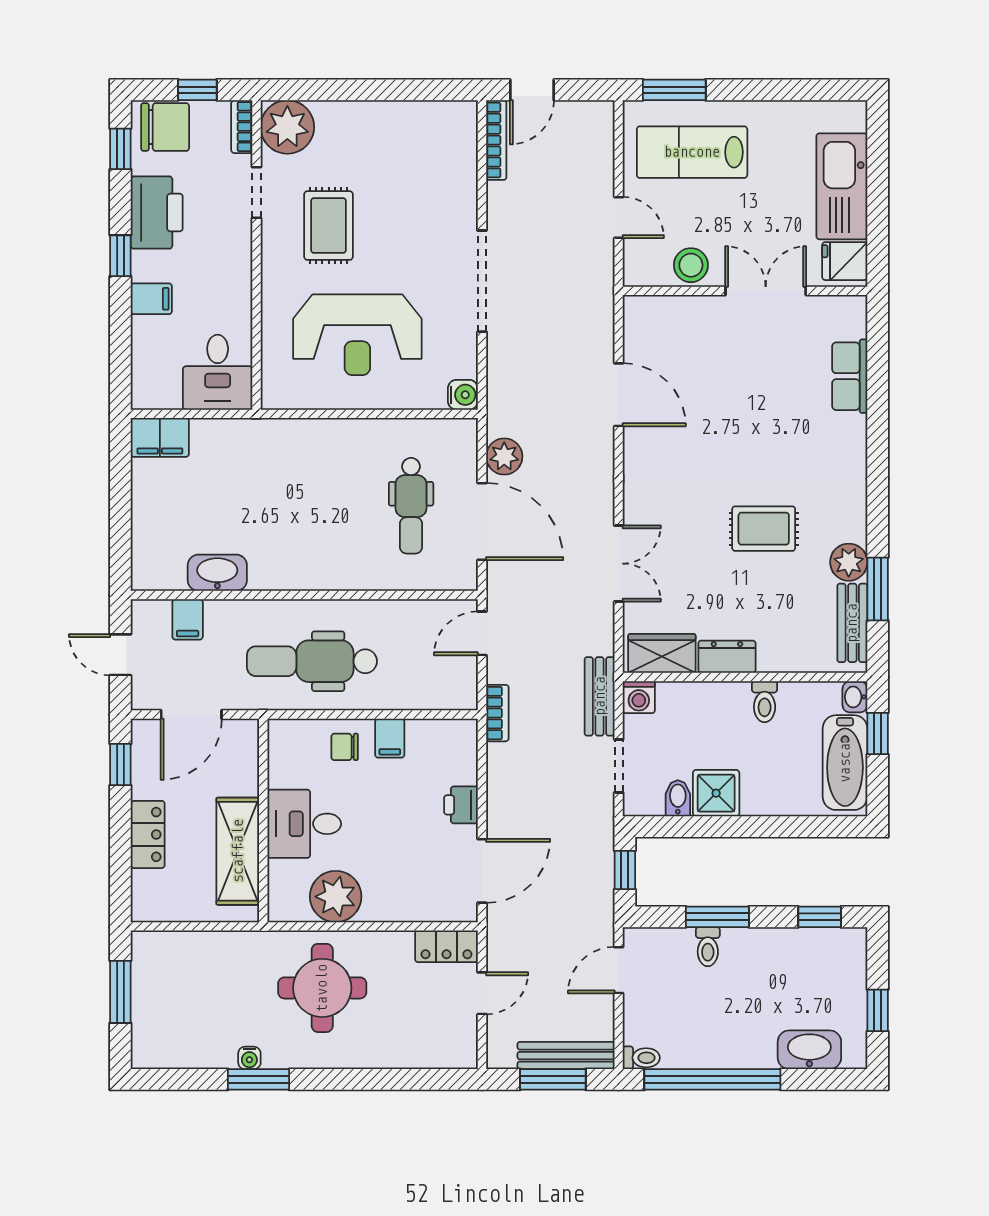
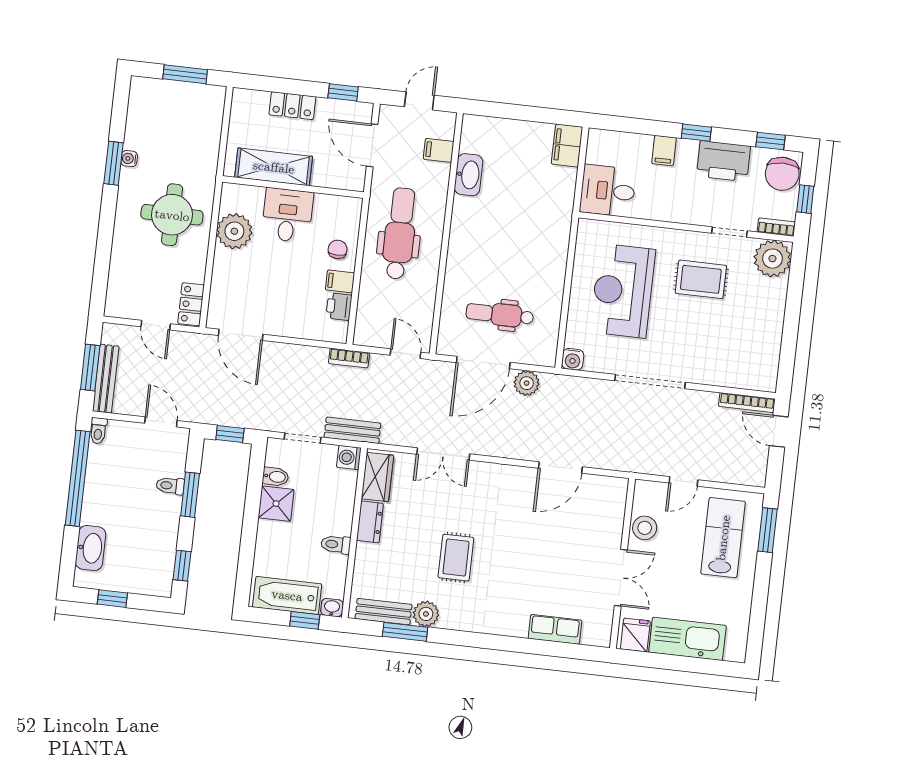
printer: (461, 805) -> (339, 307), moved, turned -90

